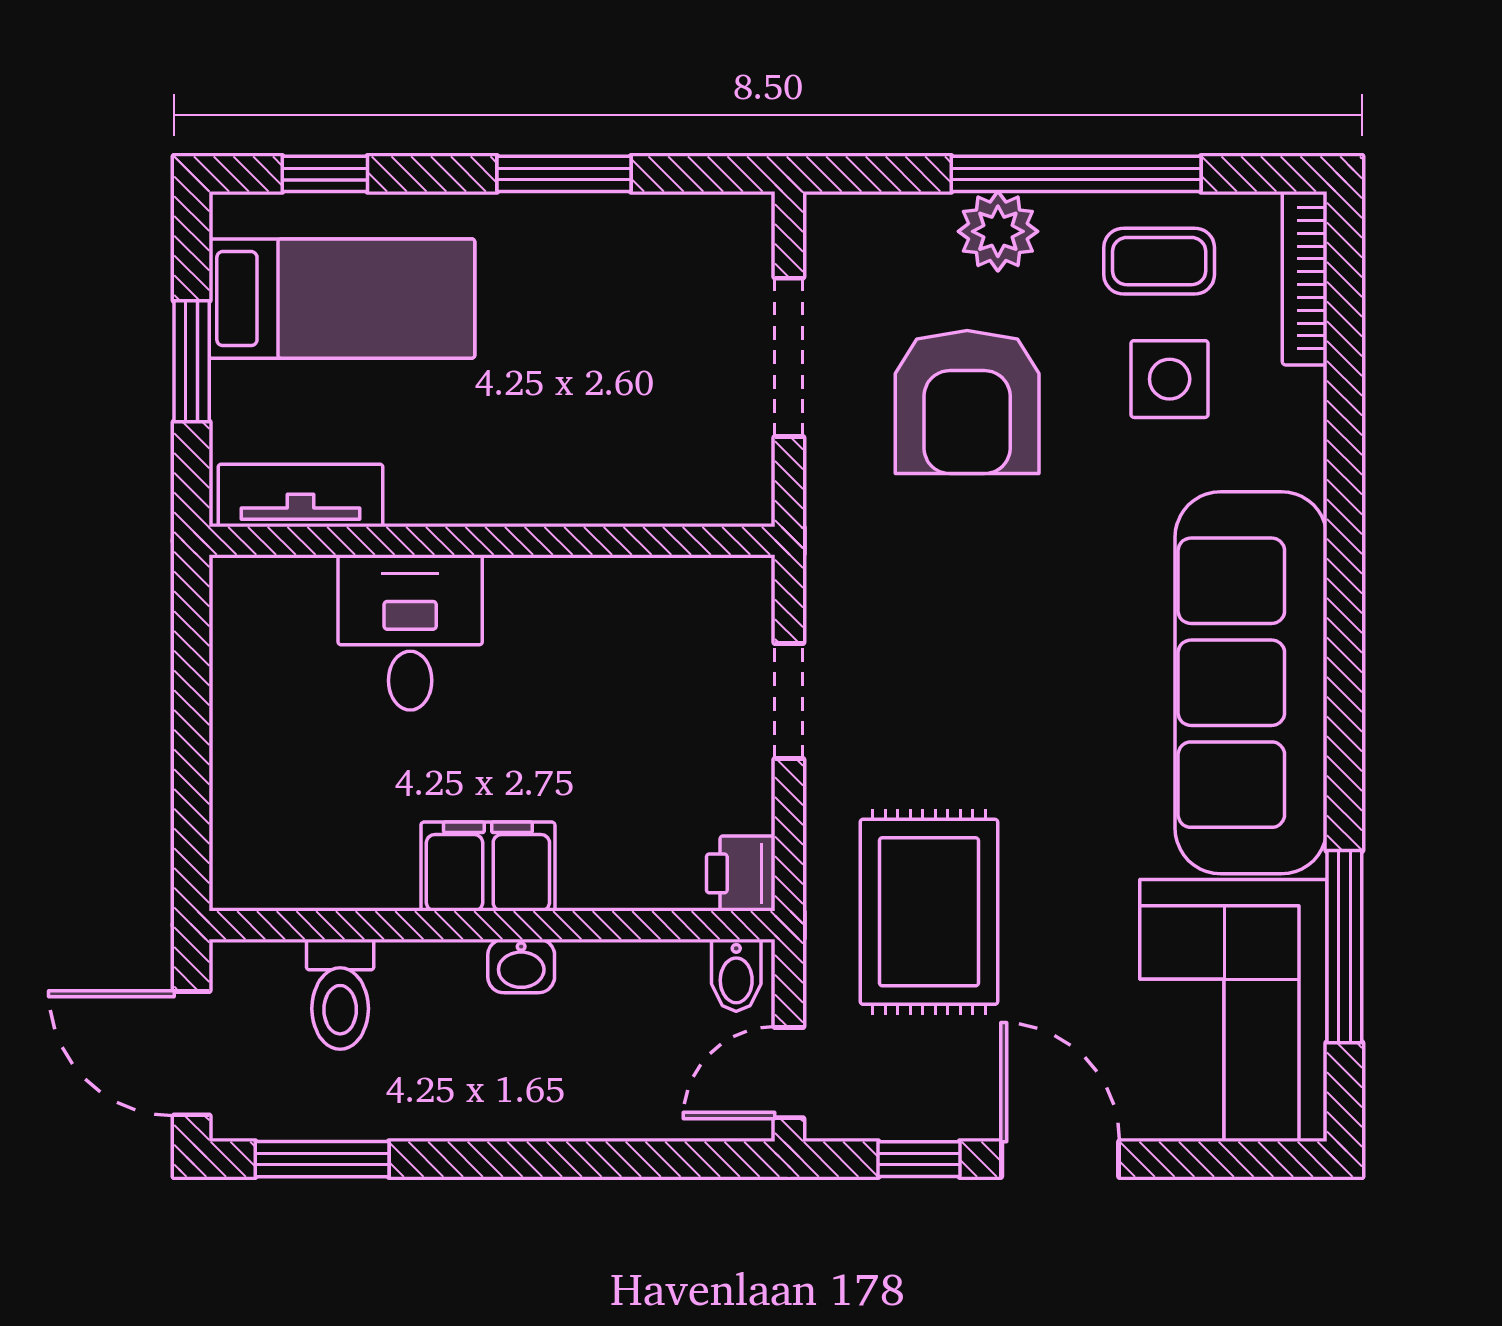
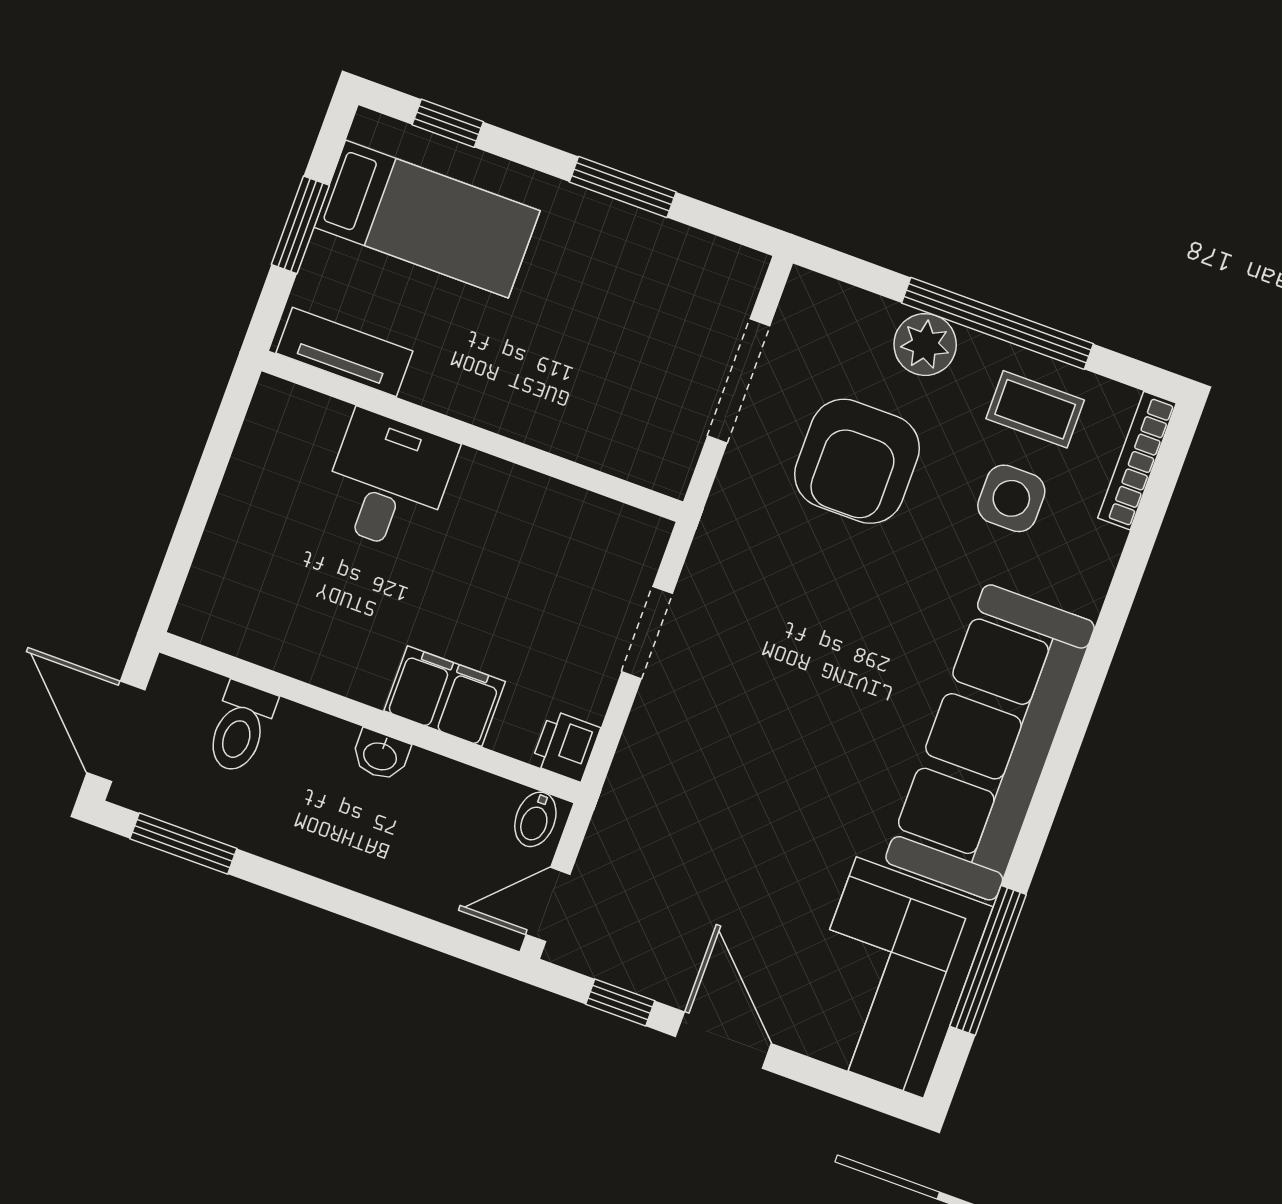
filing cabinet: (488, 867) -> (445, 696), moved
rug: (929, 912) -> (693, 824), removed

